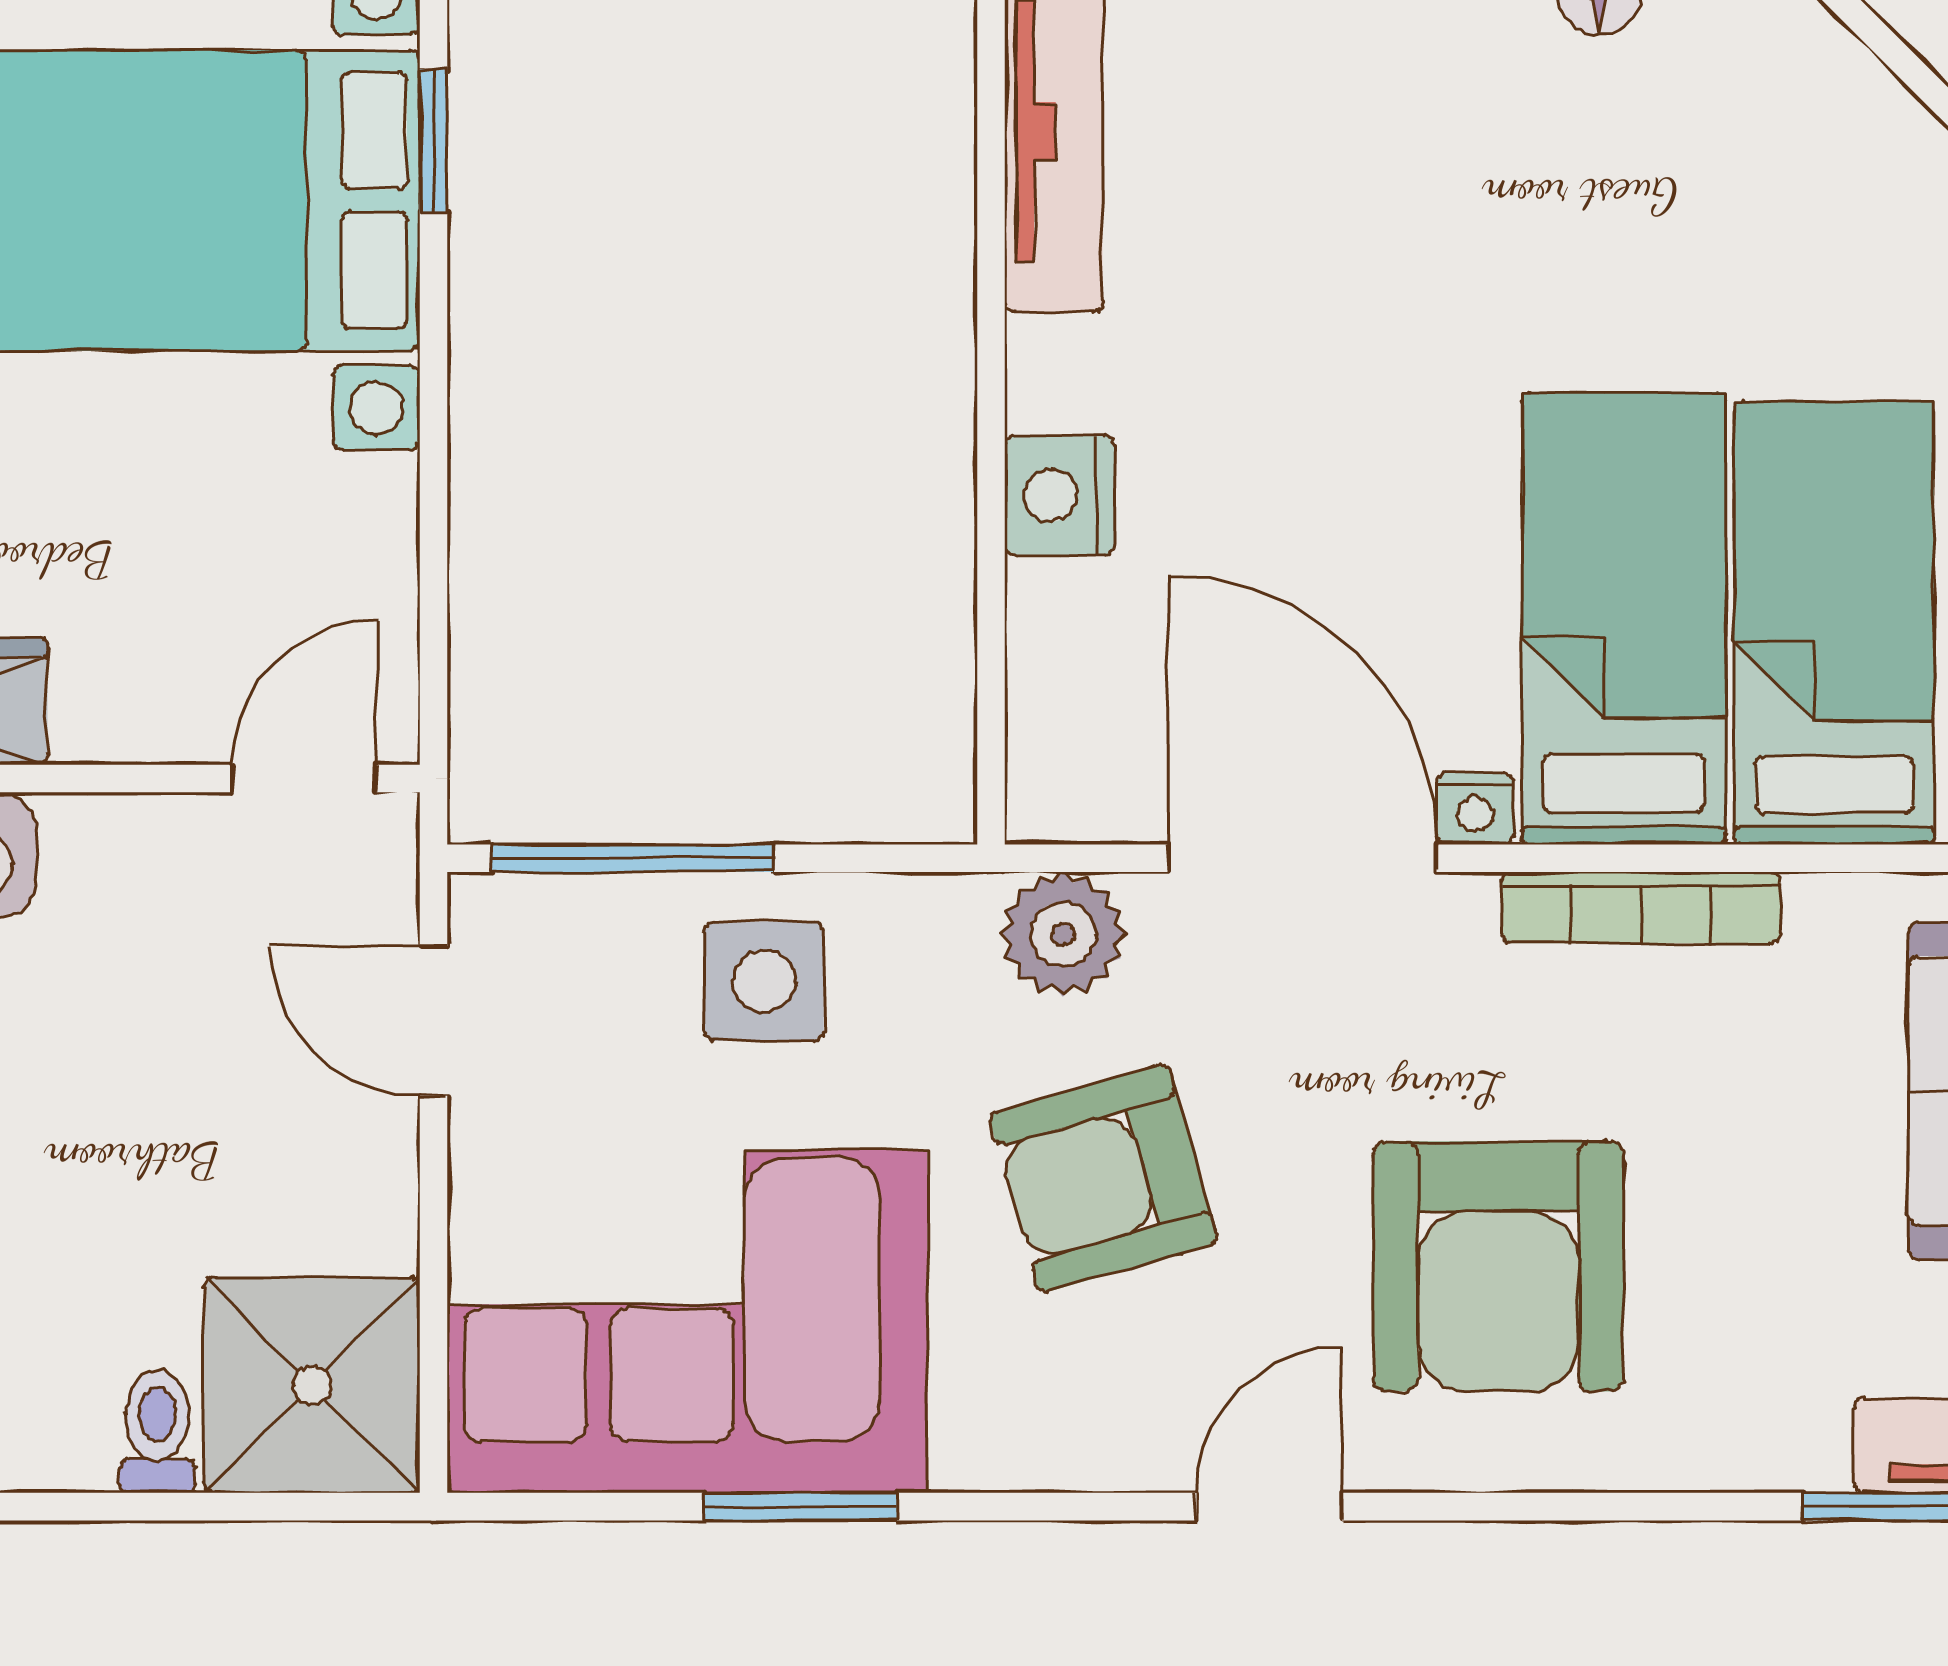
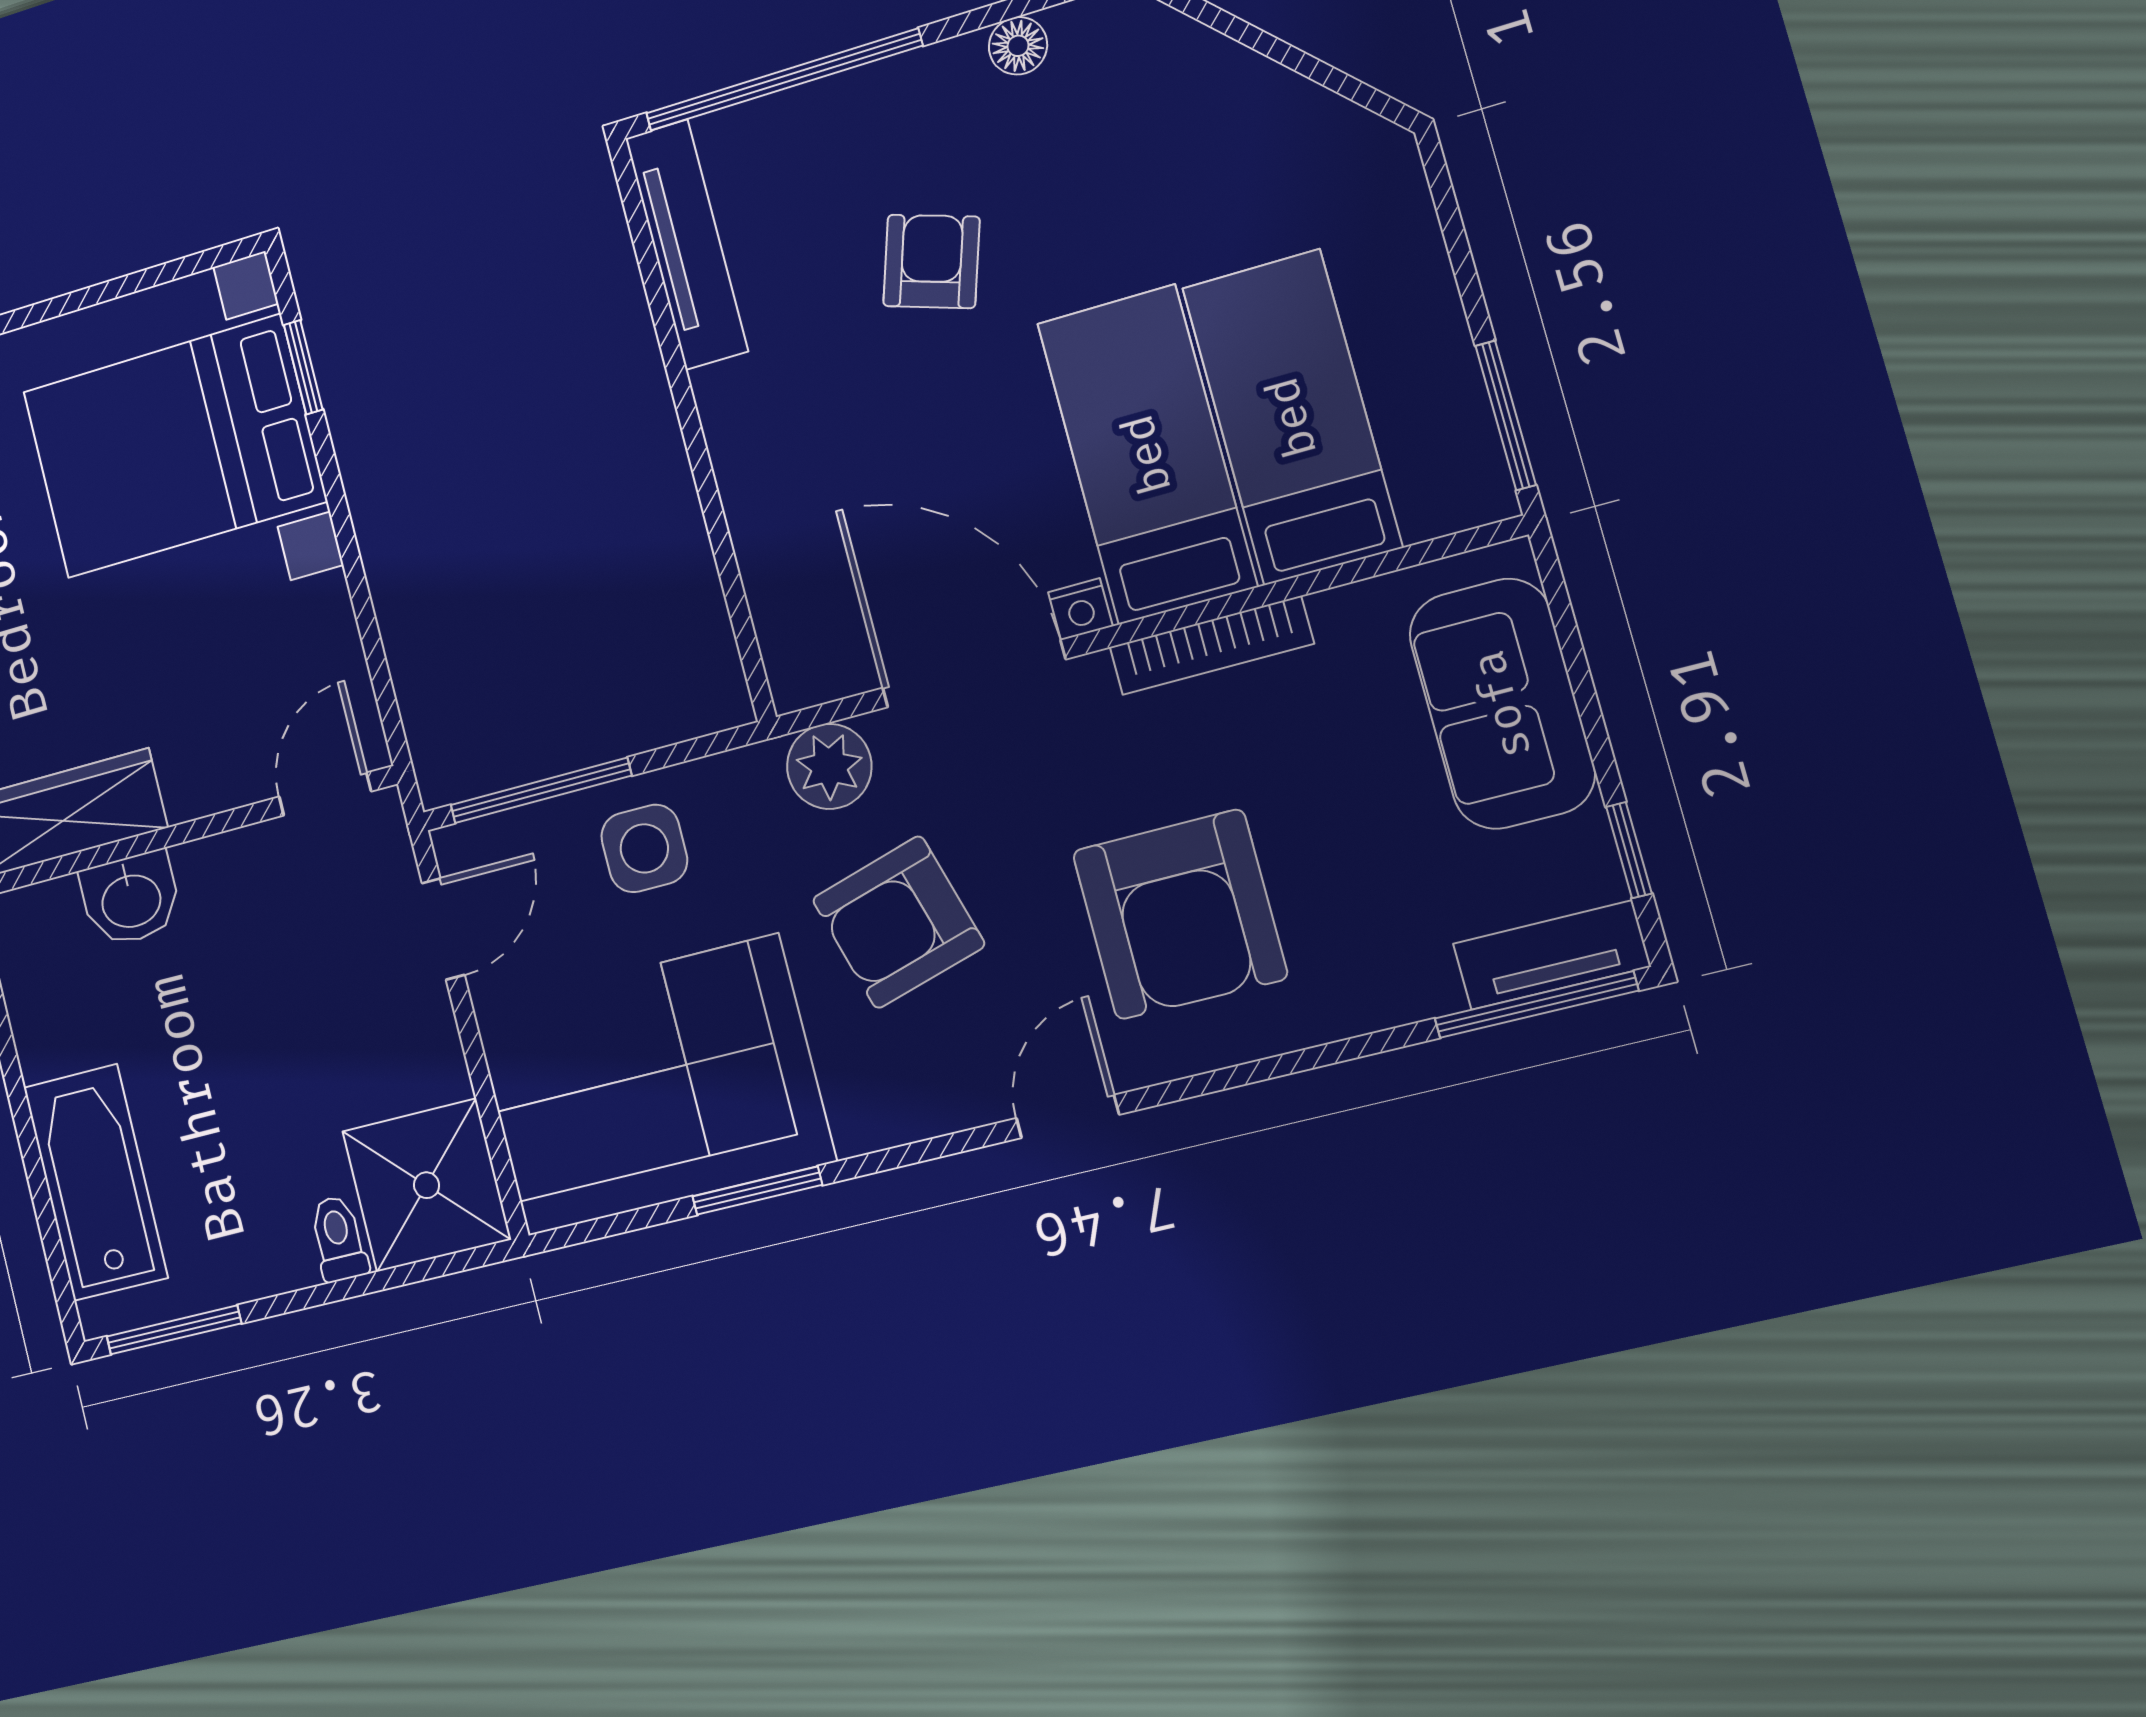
armchair: (1397, 261) -> (931, 261), added
nightstand: (1060, 495) -> (752, 479), removed
door: (434, 1021) -> (443, 929), swing flipped

